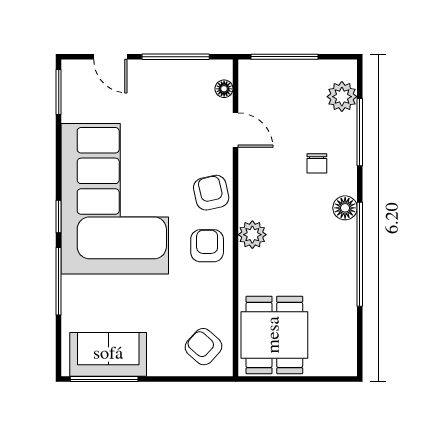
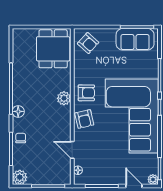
plant: (72, 70) -> (153, 179), added
plant: (342, 97) -> (20, 177), moved
chair: (317, 163) -> (21, 138), moved
armchair: (207, 246) -> (86, 93), turned -90

